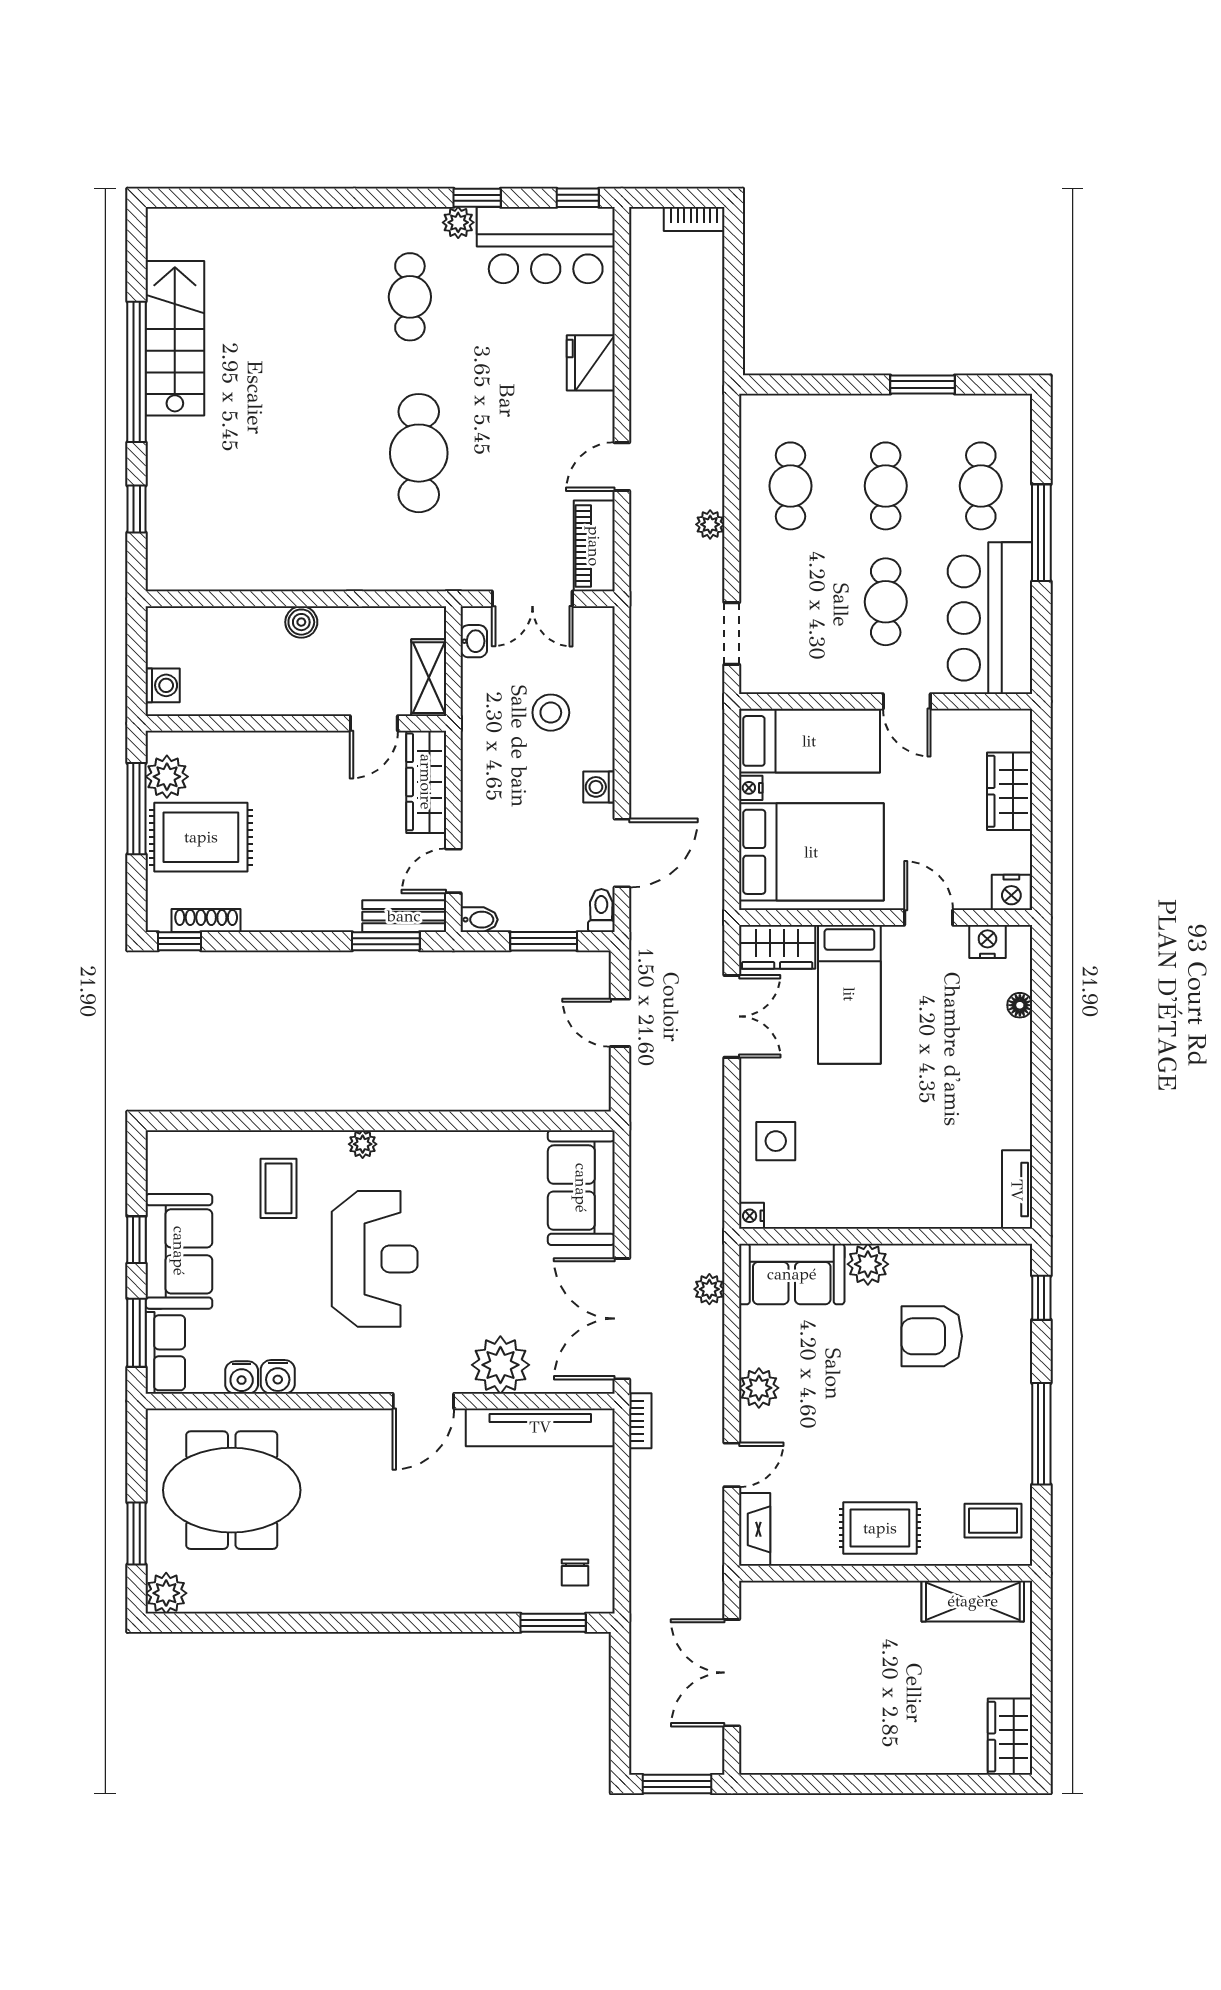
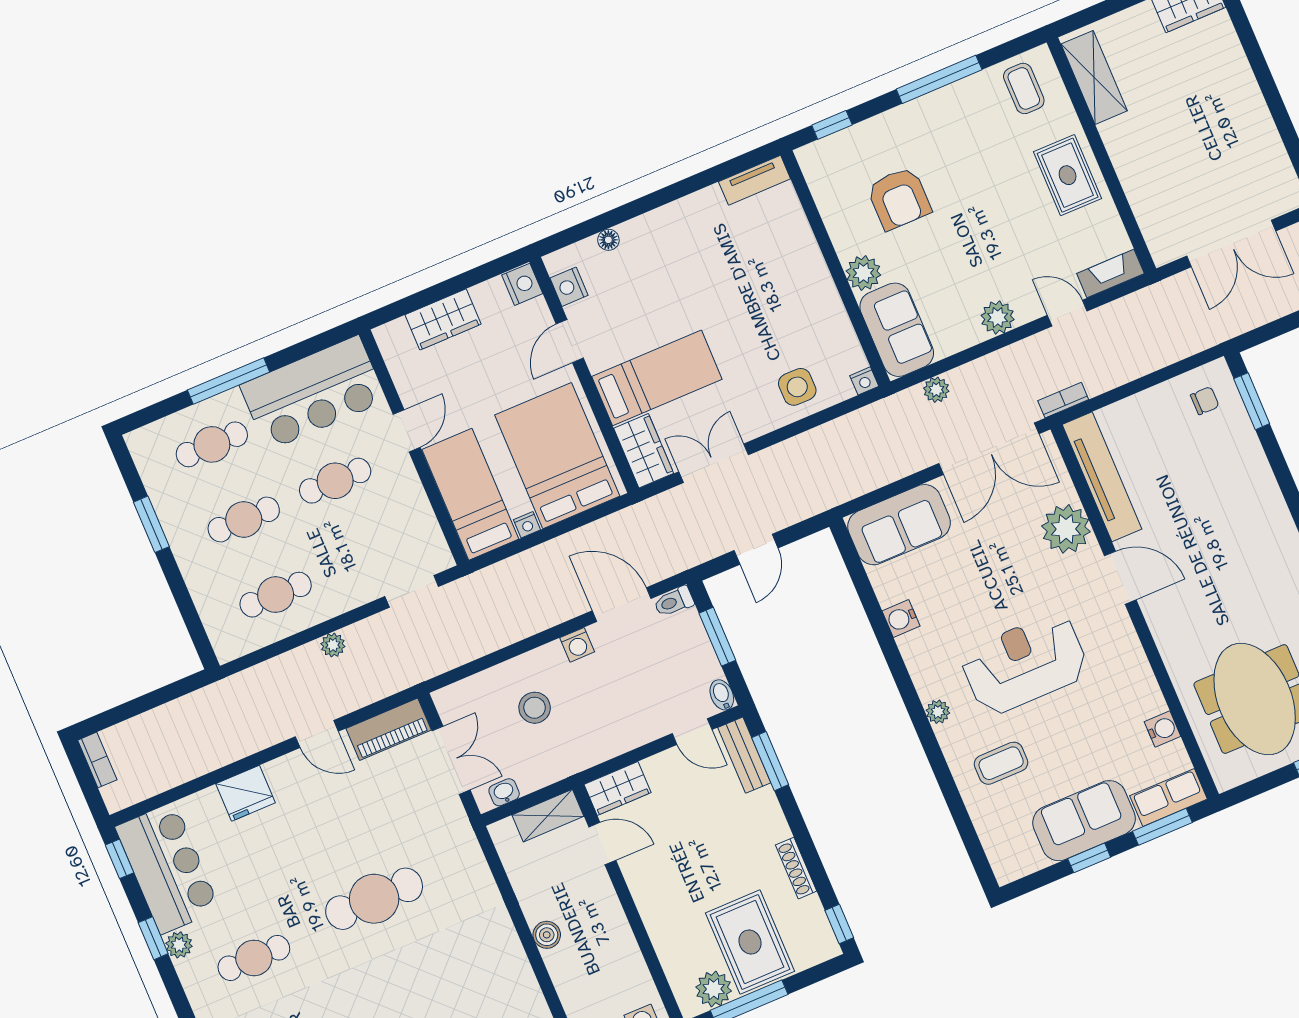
wardrobe: (426, 782) -> (618, 788), width x0.67
shoe rack: (206, 921) -> (796, 868), moved
water cooler: (278, 1377) -> (901, 618), moved, turned 180

